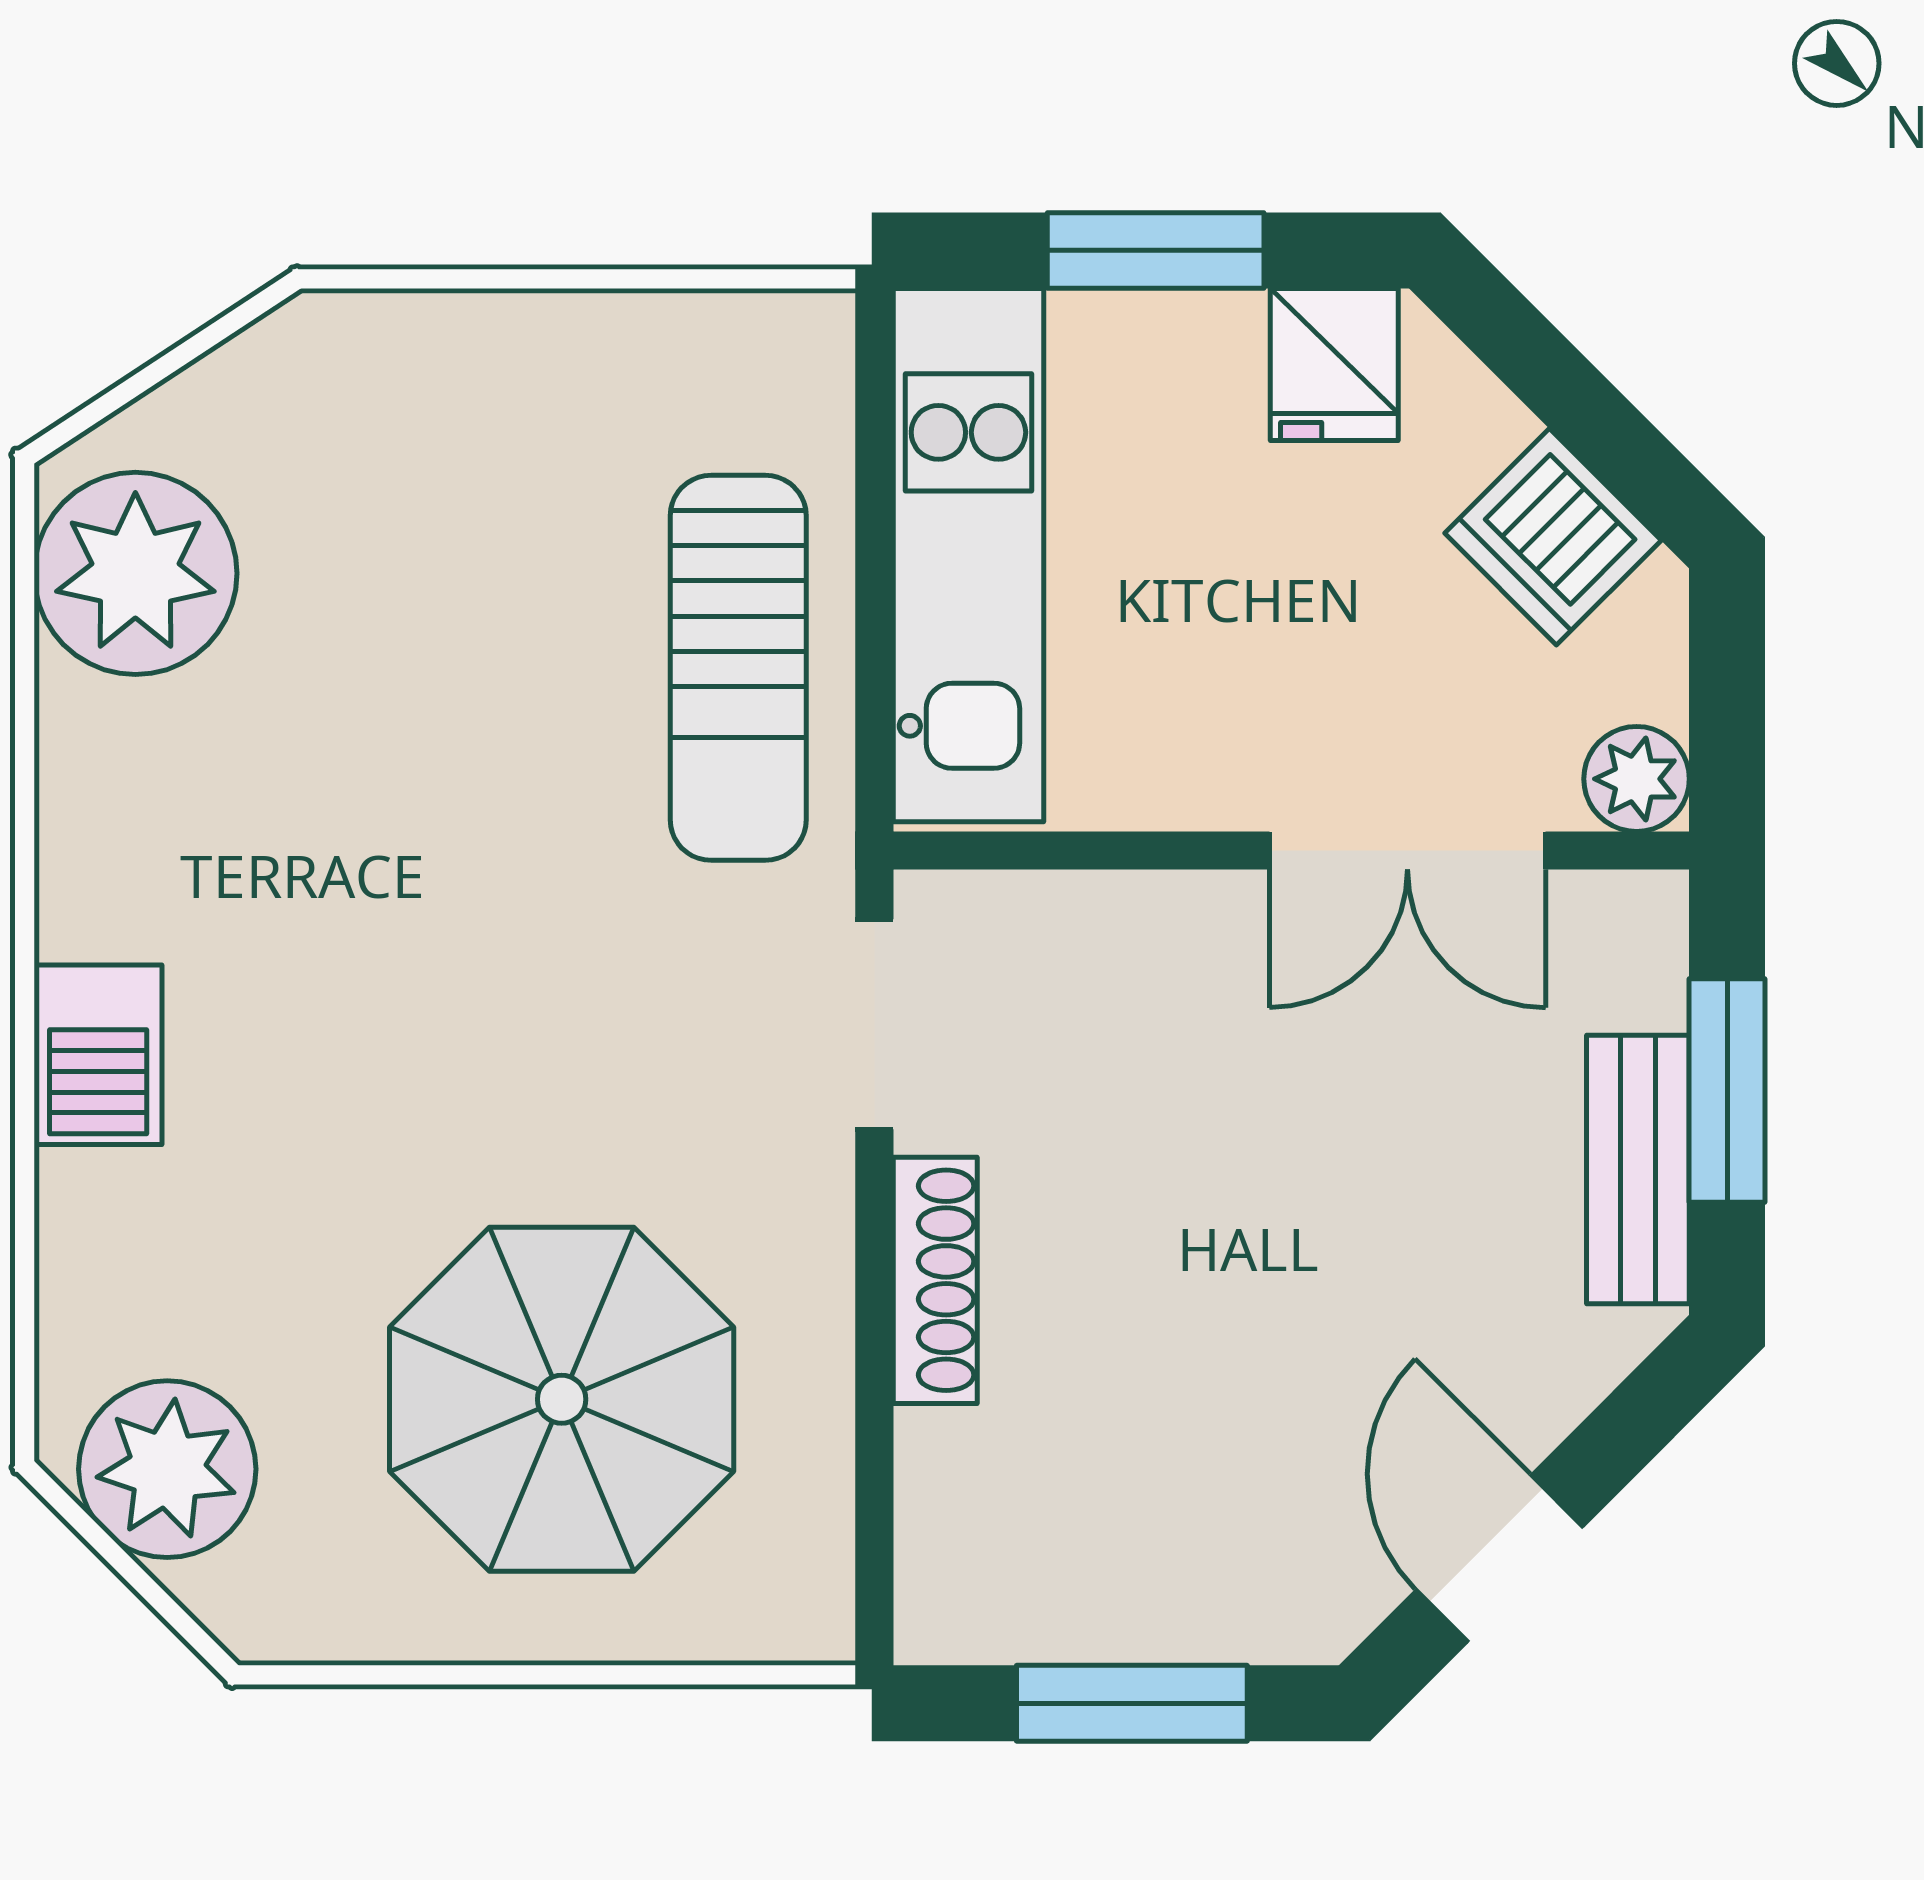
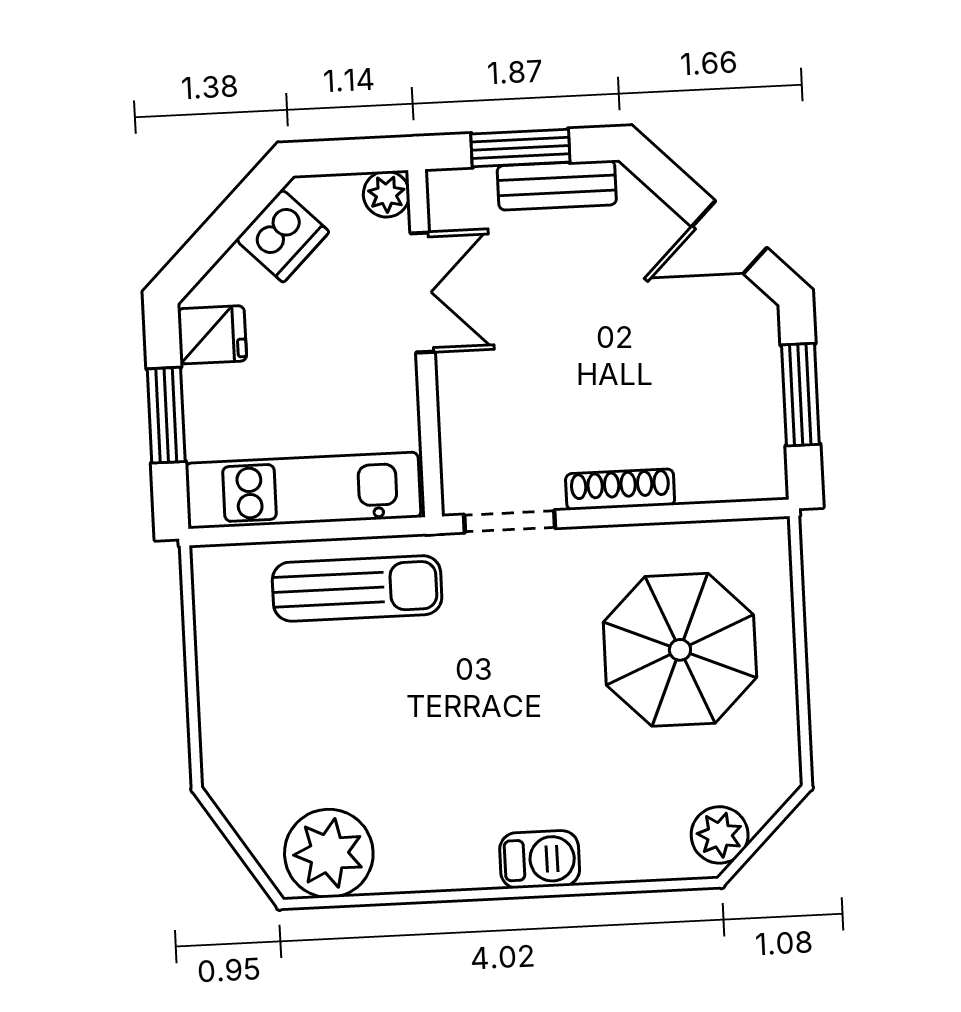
plant: (167, 1469) -> (720, 835), width x0.73, depth x0.73

